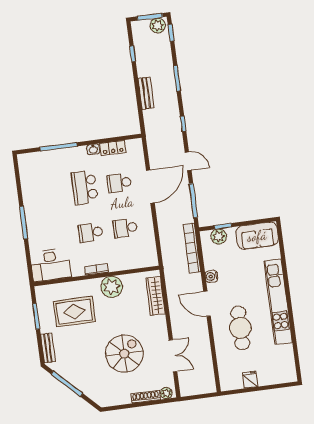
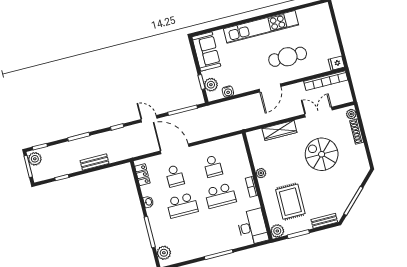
locker: (113, 148) -> (142, 175), moved
plant: (33, 160) -> (164, 253), added
door: (188, 161) -> (149, 119), hinge flipped
school desk: (91, 232) -> (220, 196), width x1.85
bookcase: (192, 248) -> (326, 81), moved
water cooler: (211, 276) -> (228, 92), moved
plant: (112, 287) -> (261, 173), width x0.53, depth x0.53
plant: (43, 293) -> (277, 231), added
wardrobe: (155, 296) -> (279, 130), moved
fridge: (250, 380) -> (336, 63), moved

